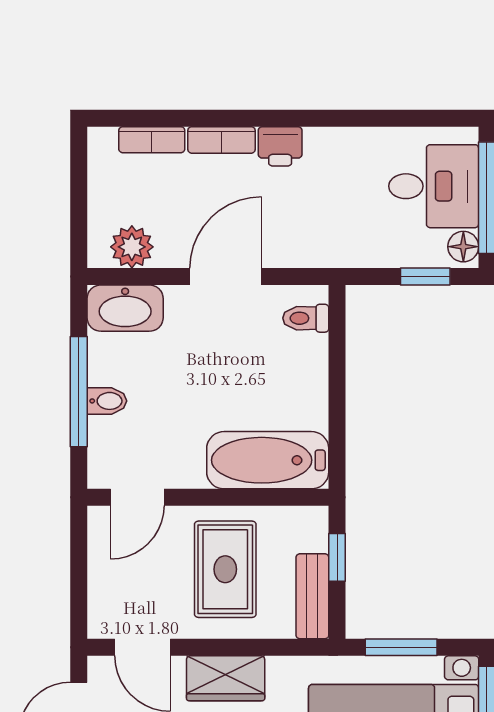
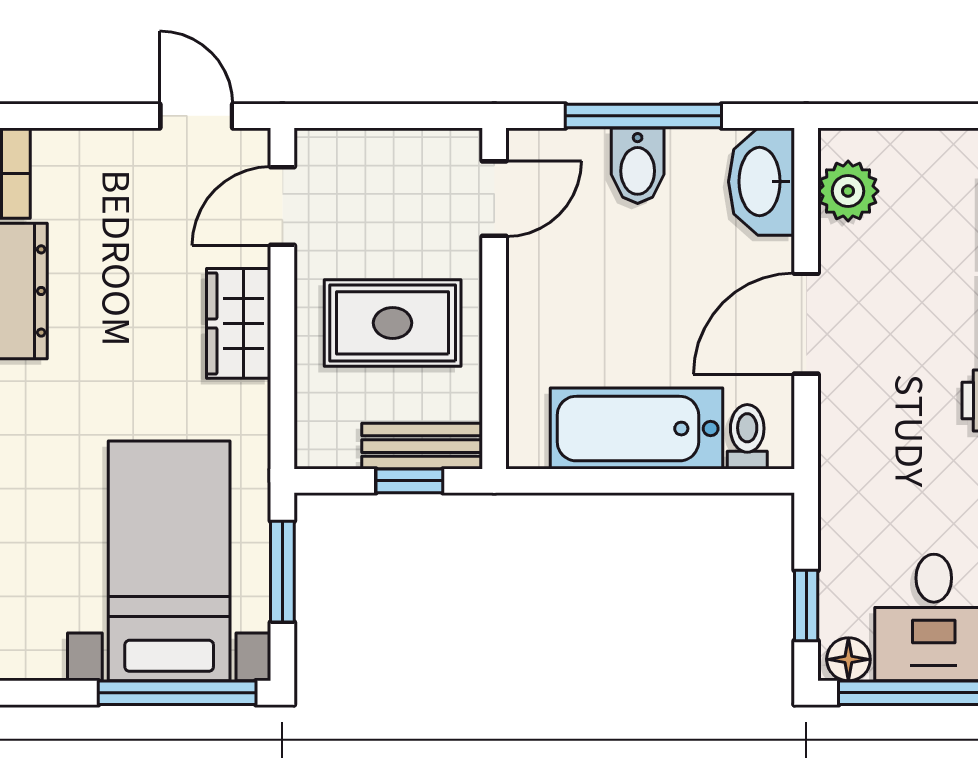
door: (226, 277) -> (806, 324), swing flipped
bidet: (107, 401) -> (638, 166), width x1.38, depth x1.36
bathtub: (268, 460) -> (637, 429), moved, turned -90
door: (137, 497) -> (494, 199), swing flipped
bench: (312, 596) -> (422, 446), moved

